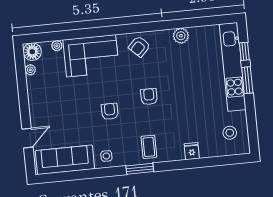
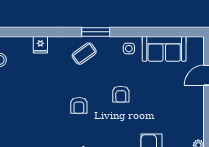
coffee table: (149, 147) -> (84, 54), turned 54
sofa: (65, 160) -> (164, 49), width x0.73

